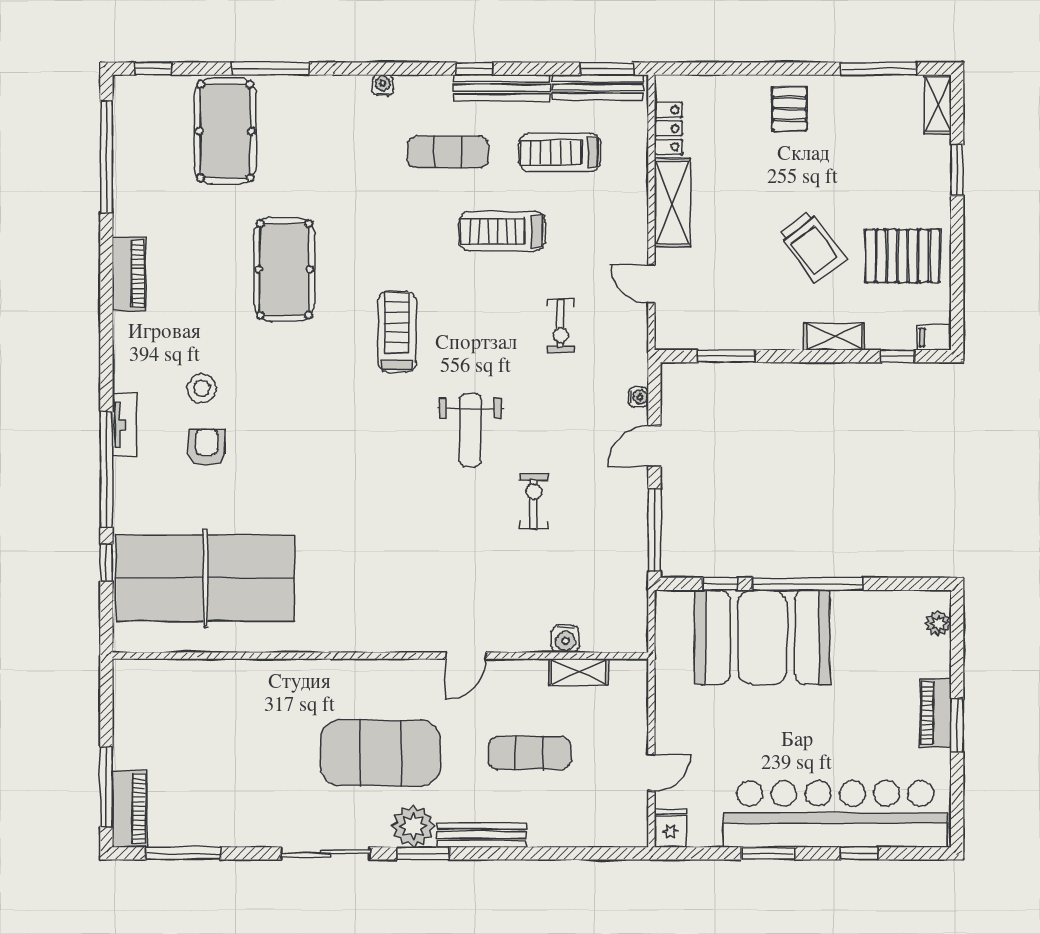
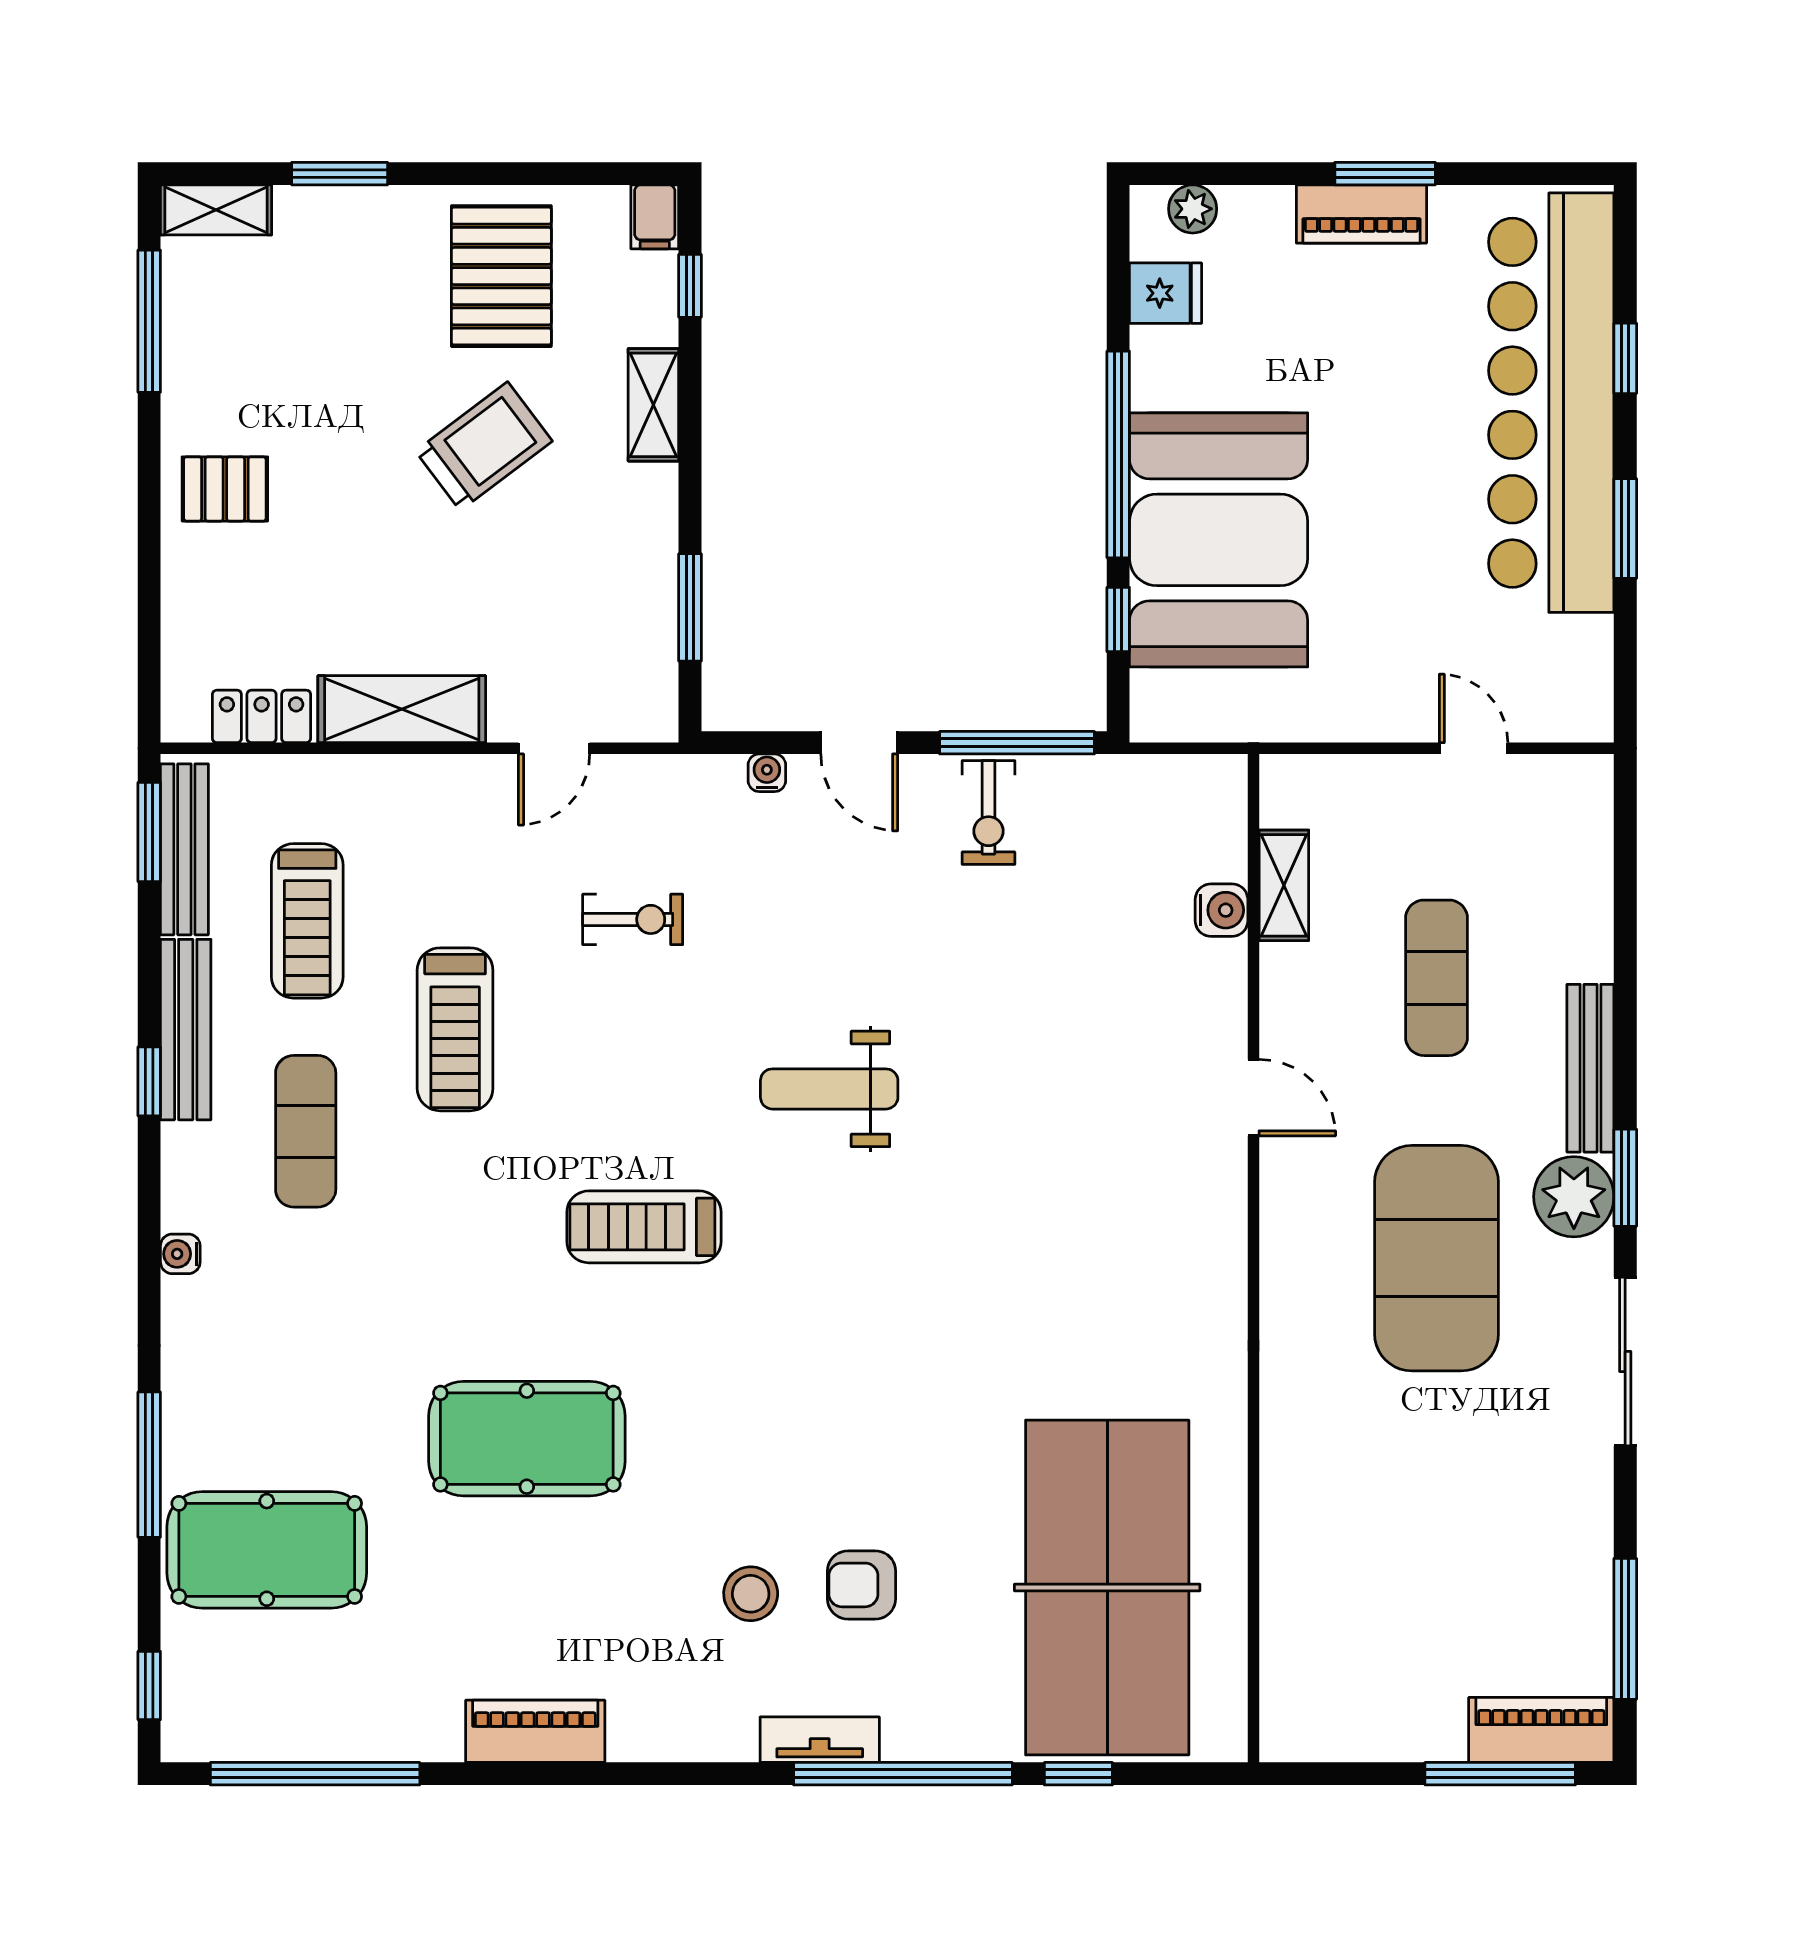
weight bench: (470, 430) -> (829, 1089), turned 180
exercise bike: (534, 502) -> (989, 812), moved, turned -90
fridge: (671, 828) -> (1166, 293), moved, turned 180

